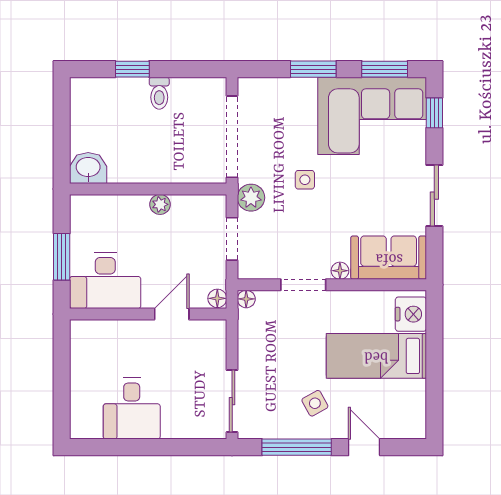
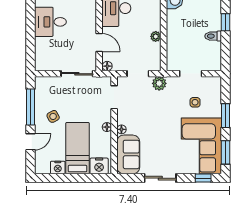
doorway: (232, 137) -> (191, 74), width x0.53
side table: (305, 180) -> (195, 102), moved
doorway: (303, 285) -> (114, 97), moved
floor lamp: (246, 299) -> (107, 127), moved
nightstand: (414, 394) -> (58, 167), added
sliding door: (232, 401) -> (77, 74), moved

